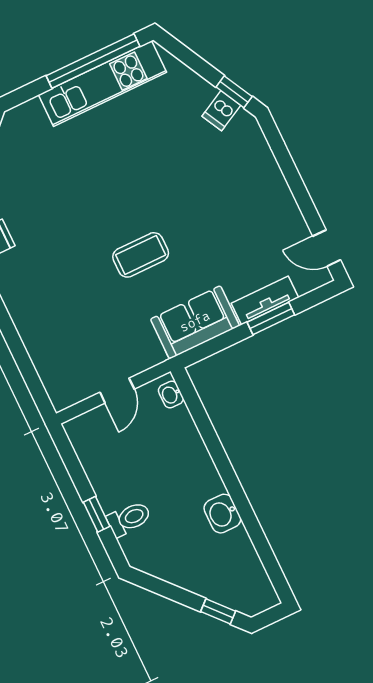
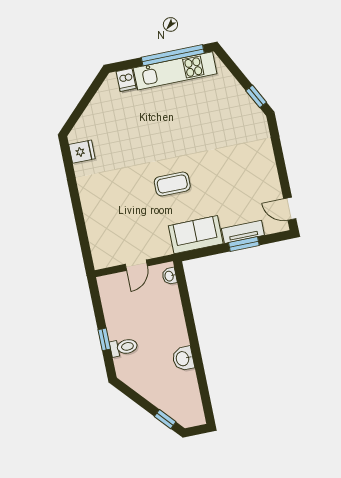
dishwasher: (221, 111) -> (126, 80), moved, turned -62

